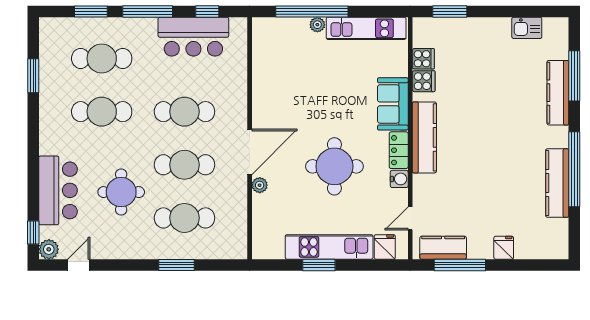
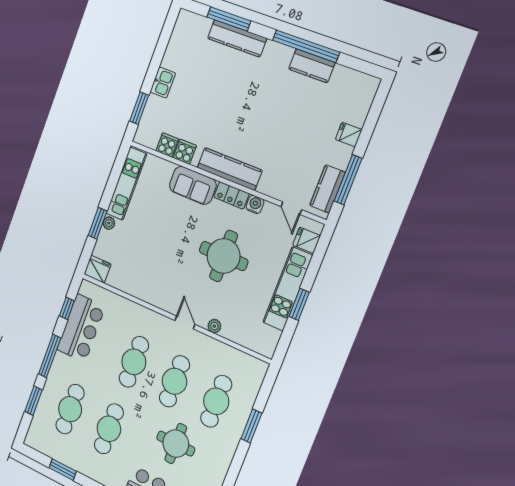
window: (312, 12) -> (98, 223), width x0.47
kitchen sink: (527, 28) -> (163, 83), moved
fridge: (264, 31) -> (98, 269), added
door: (250, 152) -> (185, 323), width x0.53
kitchen counter: (557, 183) -> (312, 66), width x0.67

